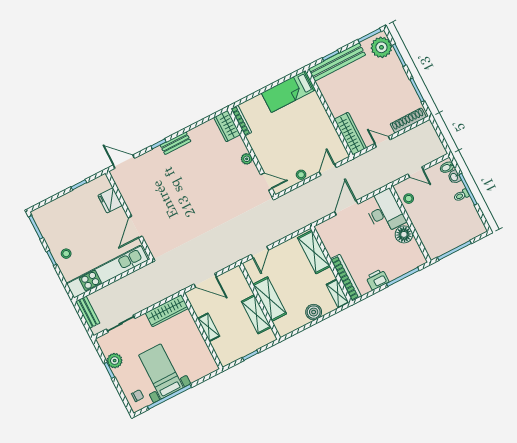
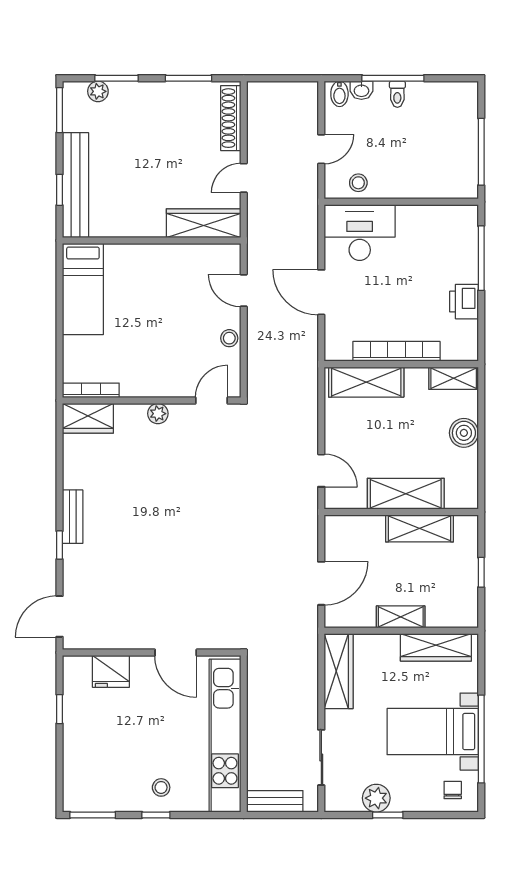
plant: (381, 47) -> (98, 91), width x0.53, depth x0.53
floor lamp: (404, 234) -> (413, 221), removed
bookcase: (346, 278) -> (396, 351), moved
wardrobe: (203, 352) -> (436, 647), added

